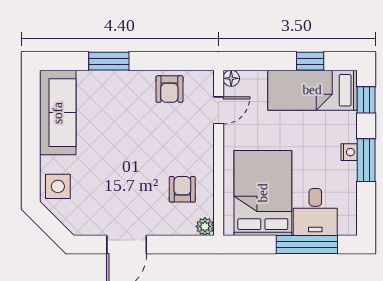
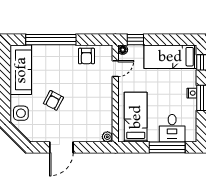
window: (109, 61) -> (51, 40), width x2.11
window: (310, 61) -> (135, 40), moved
armchair: (182, 189) -> (53, 100), moved, turned -152
bed: (263, 193) -> (136, 117), width x0.67

